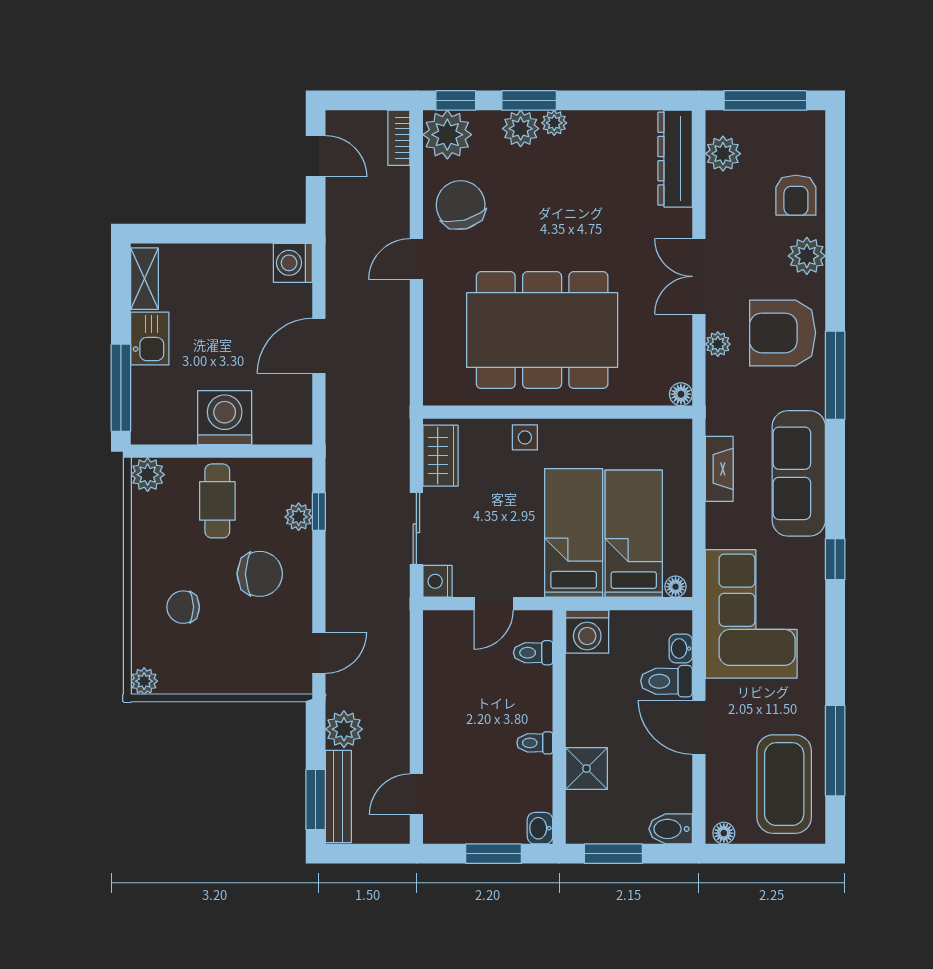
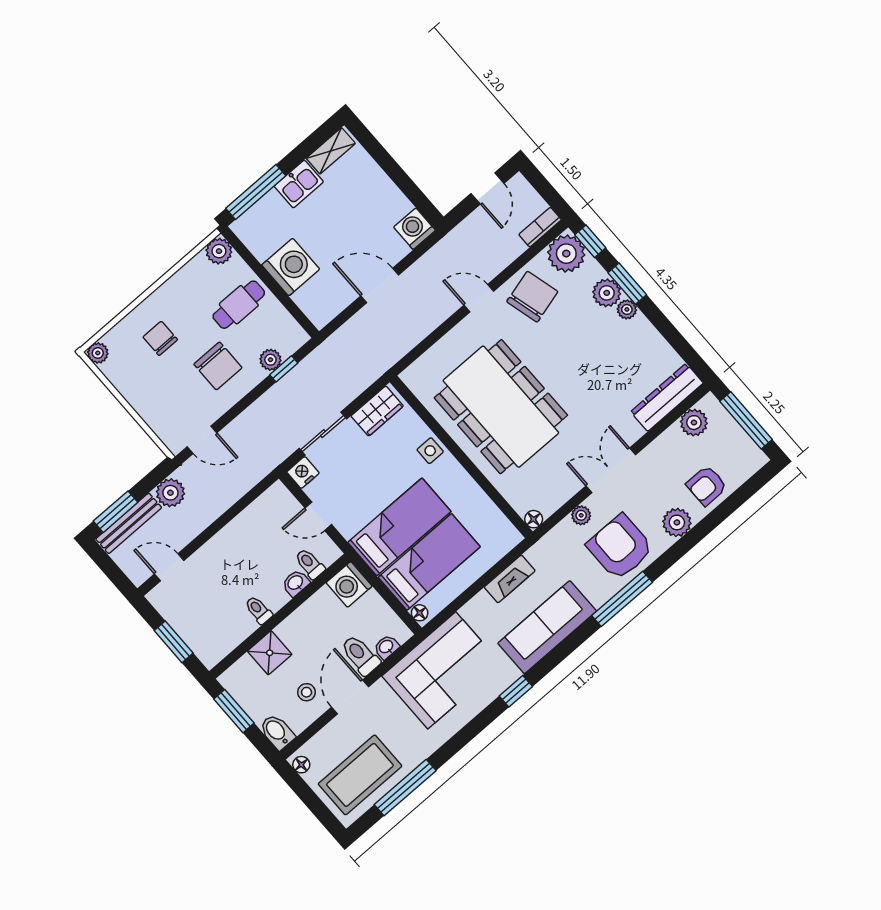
stool: (657, 766) -> (307, 692), added
washbasin: (540, 828) -> (296, 583), moved

